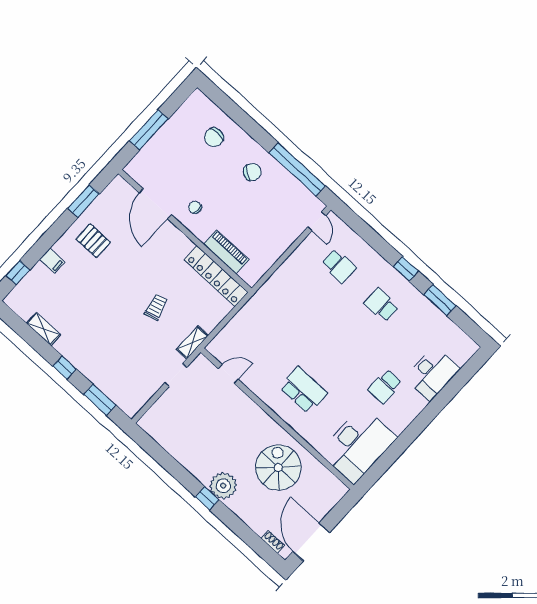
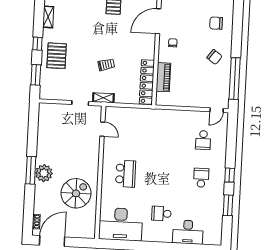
pallet: (97, 357) -> (57, 56), added
window: (207, 498) -> (31, 170), width x2.17

